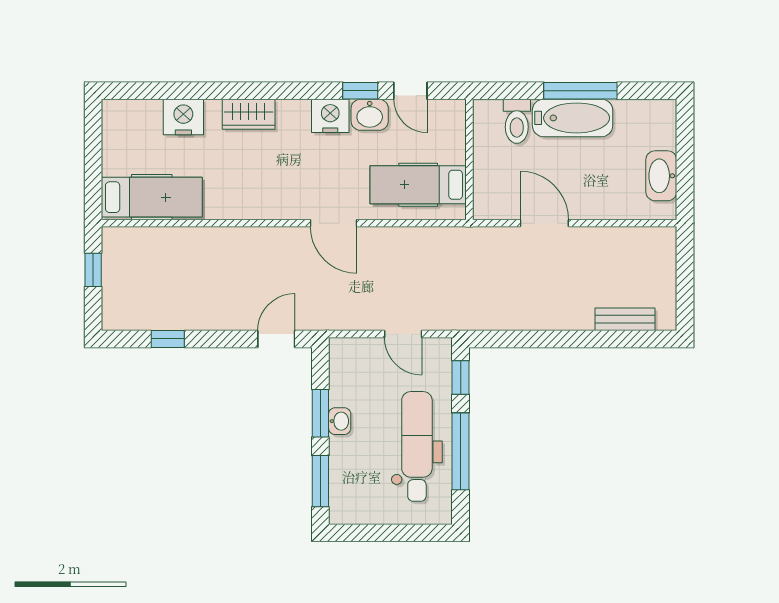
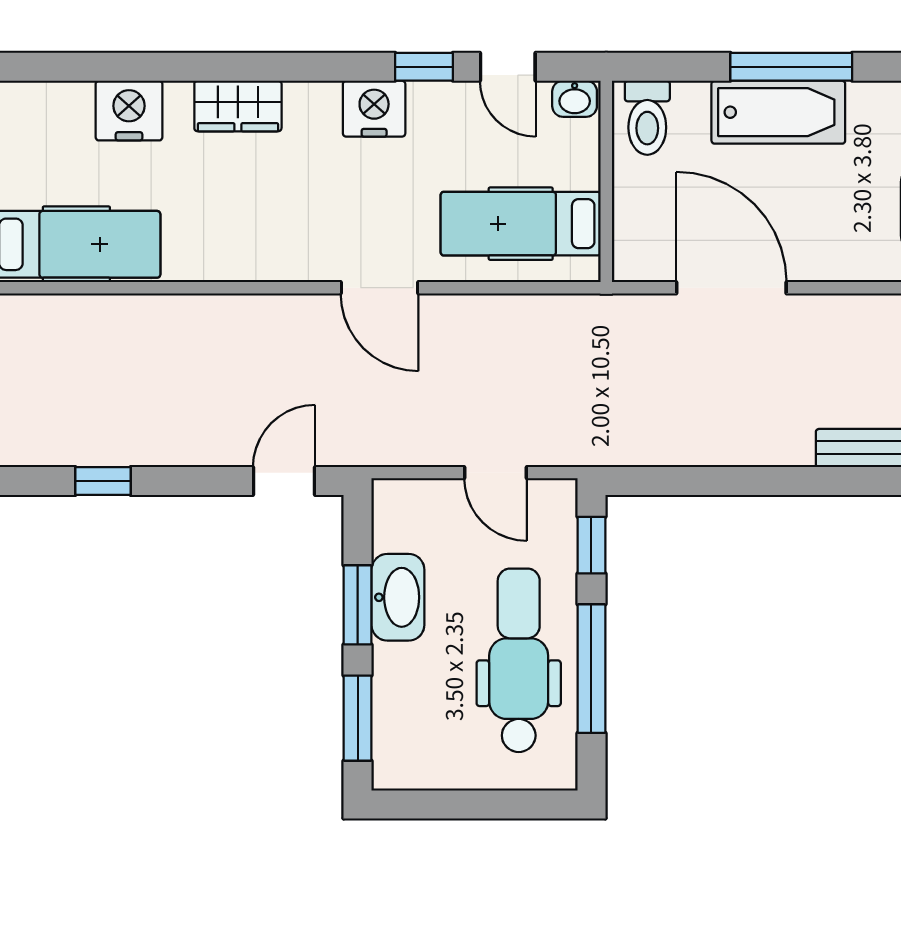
washbasin: (370, 115) -> (575, 99), moved, width x0.72, depth x0.69
toilet: (517, 121) -> (647, 118), moved
door: (544, 223) -> (731, 288), width x1.36
washbasin: (340, 421) -> (398, 597), width x1.91, depth x1.45

